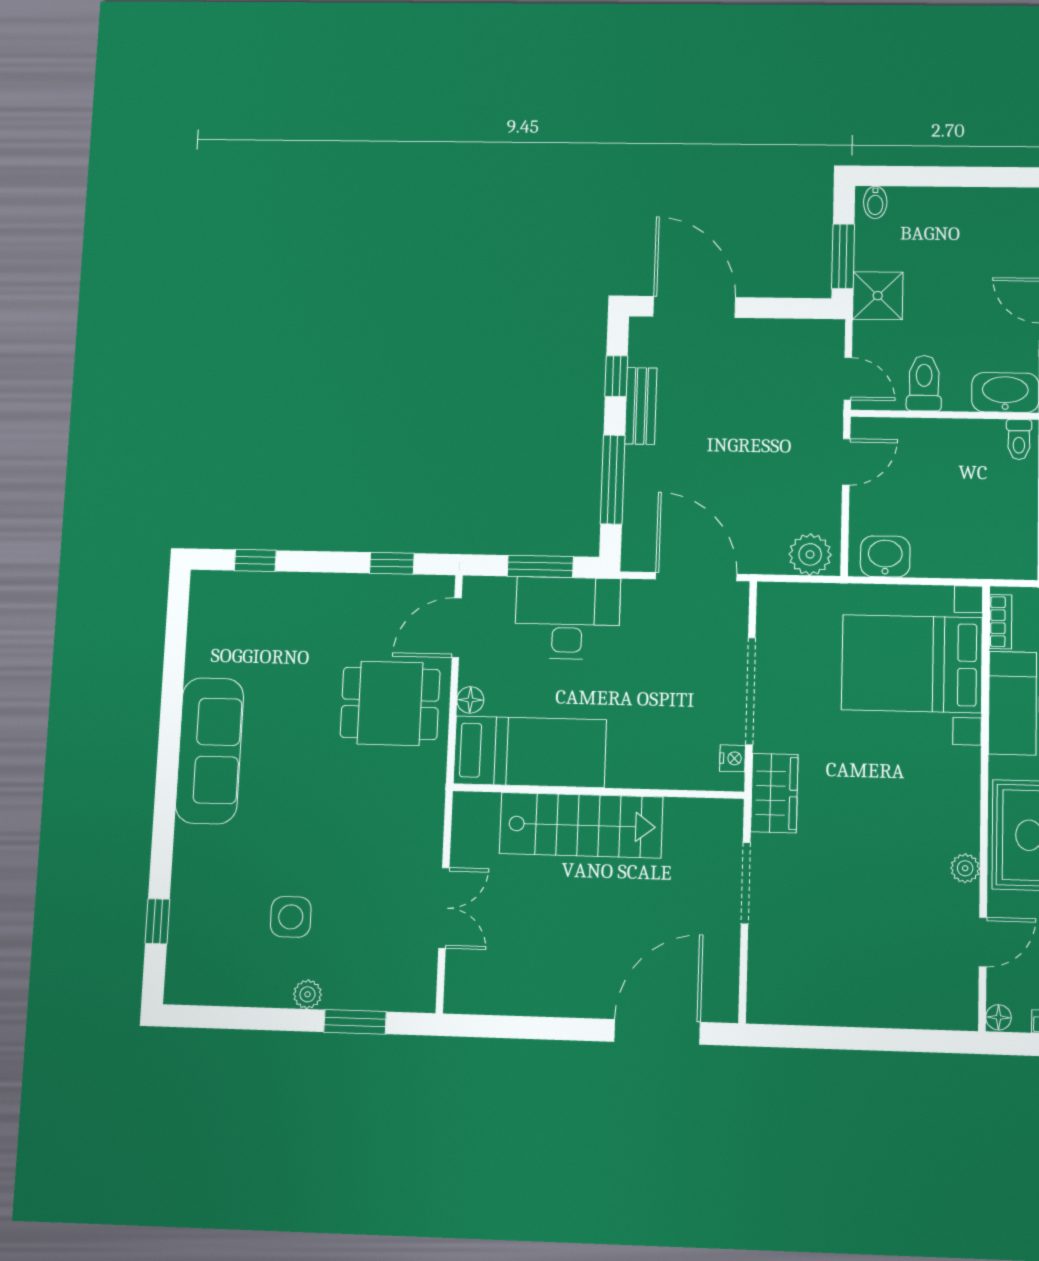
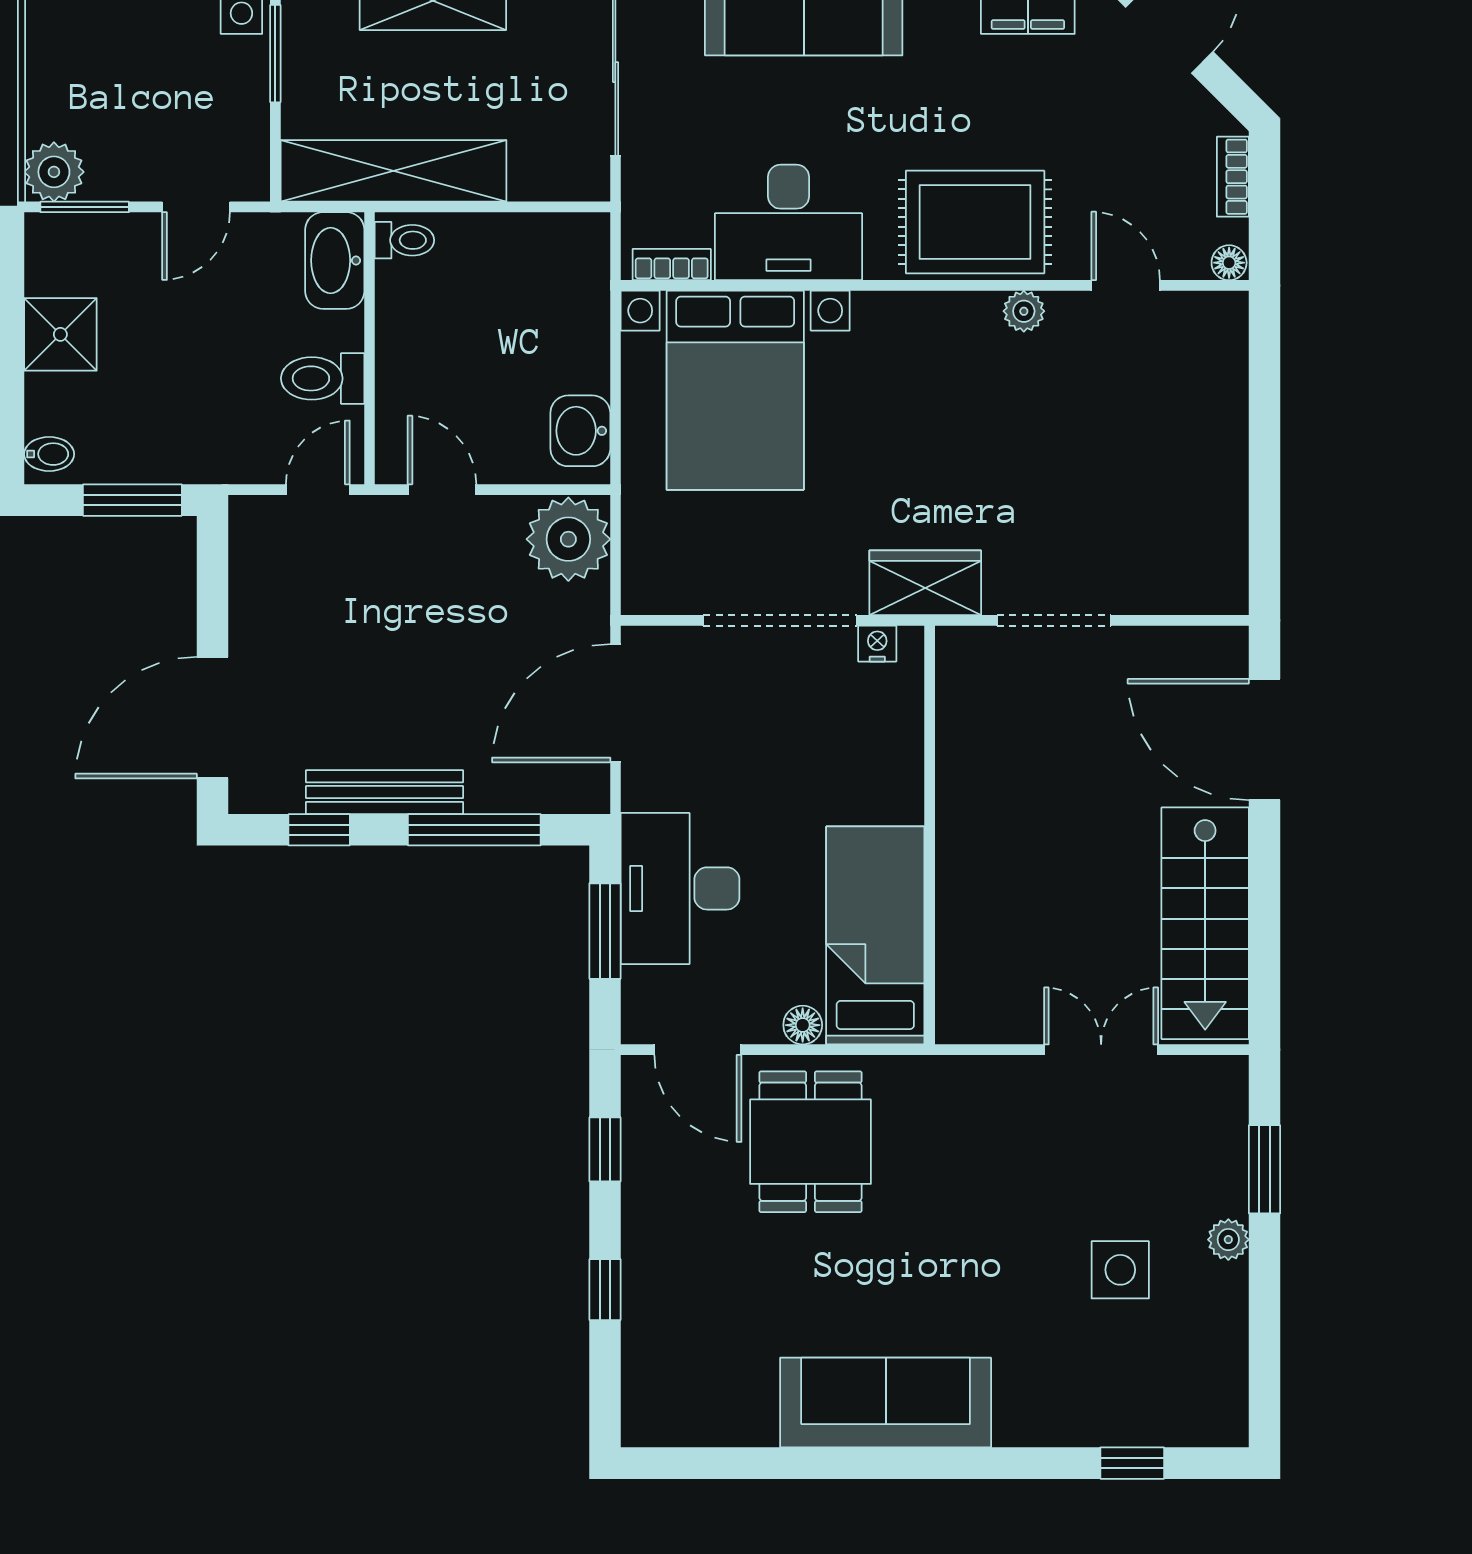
shower: (878, 296) -> (60, 334), moved
bench: (641, 406) -> (384, 792), width x1.36
plant: (810, 554) -> (568, 539), width x1.36, depth x1.36
window: (255, 560) -> (605, 1290), moved
stairs: (581, 825) -> (1205, 923), moved, turned 180

